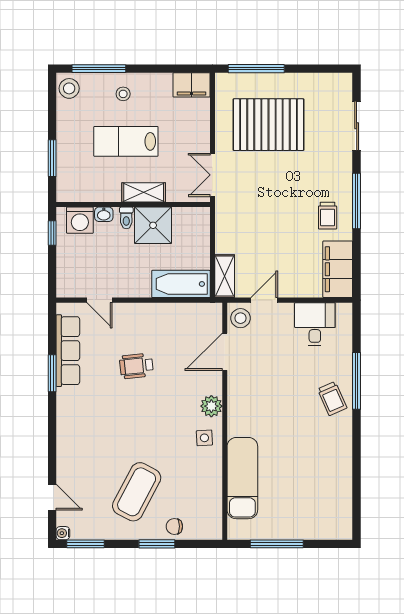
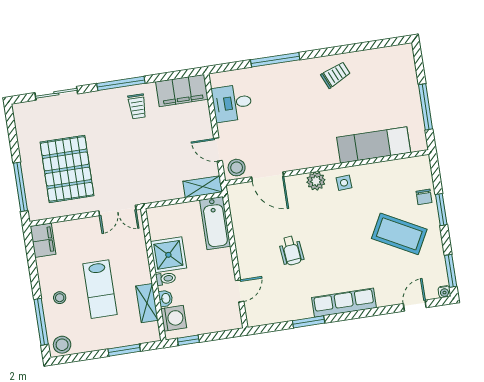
shelving: (144, 192) -> (147, 303), moved
trolley: (328, 216) -> (137, 106), turned 90
row of seats: (68, 351) -> (344, 303), moved
trolley: (332, 399) -> (336, 75), moved

